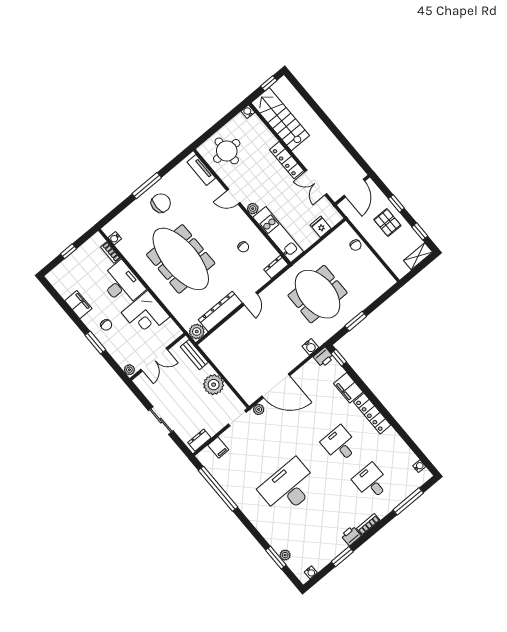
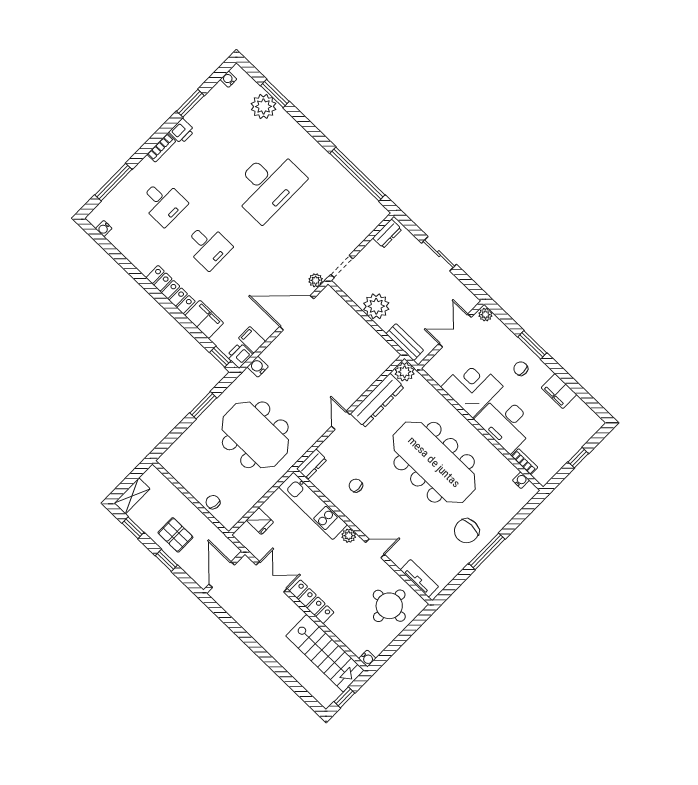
filing cabinet: (218, 448) -> (252, 340), moved
plant: (285, 555) -> (264, 106), width x1.88, depth x1.88

